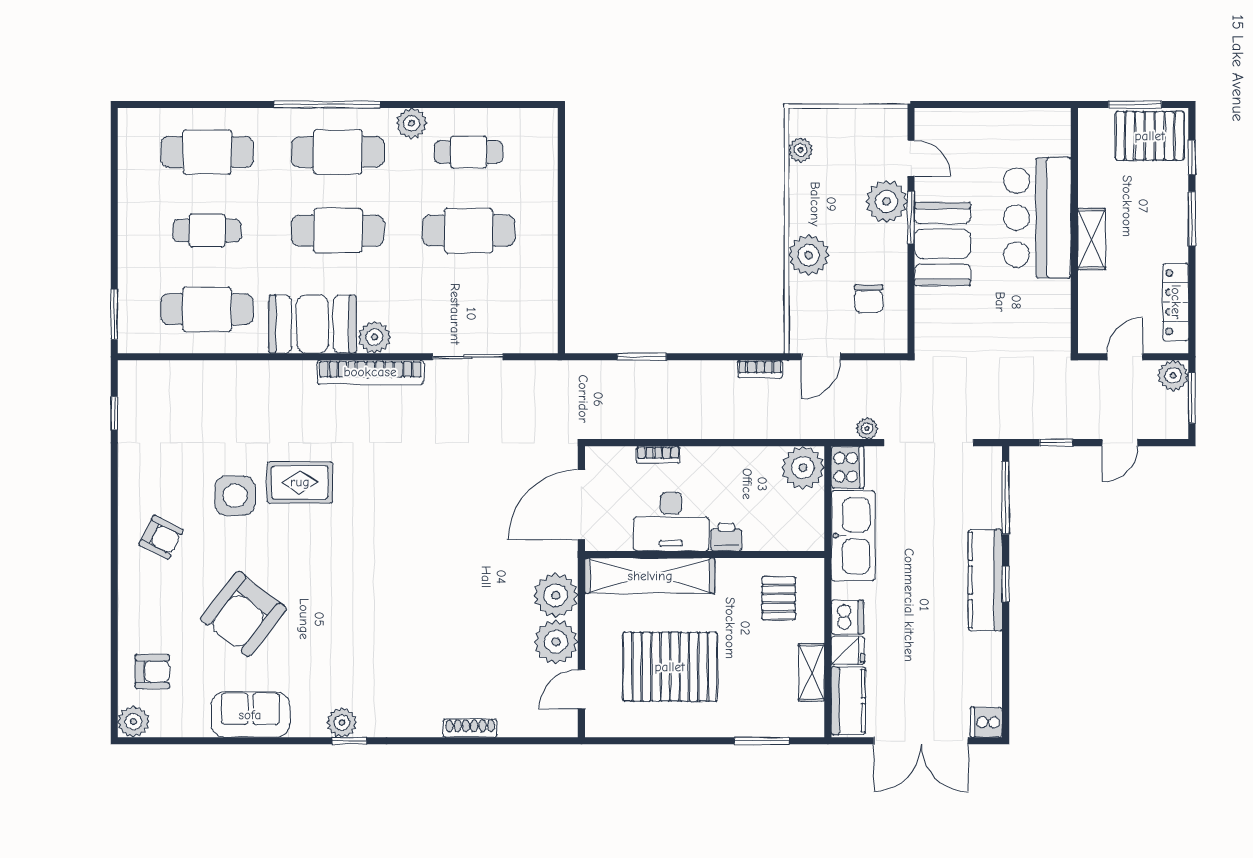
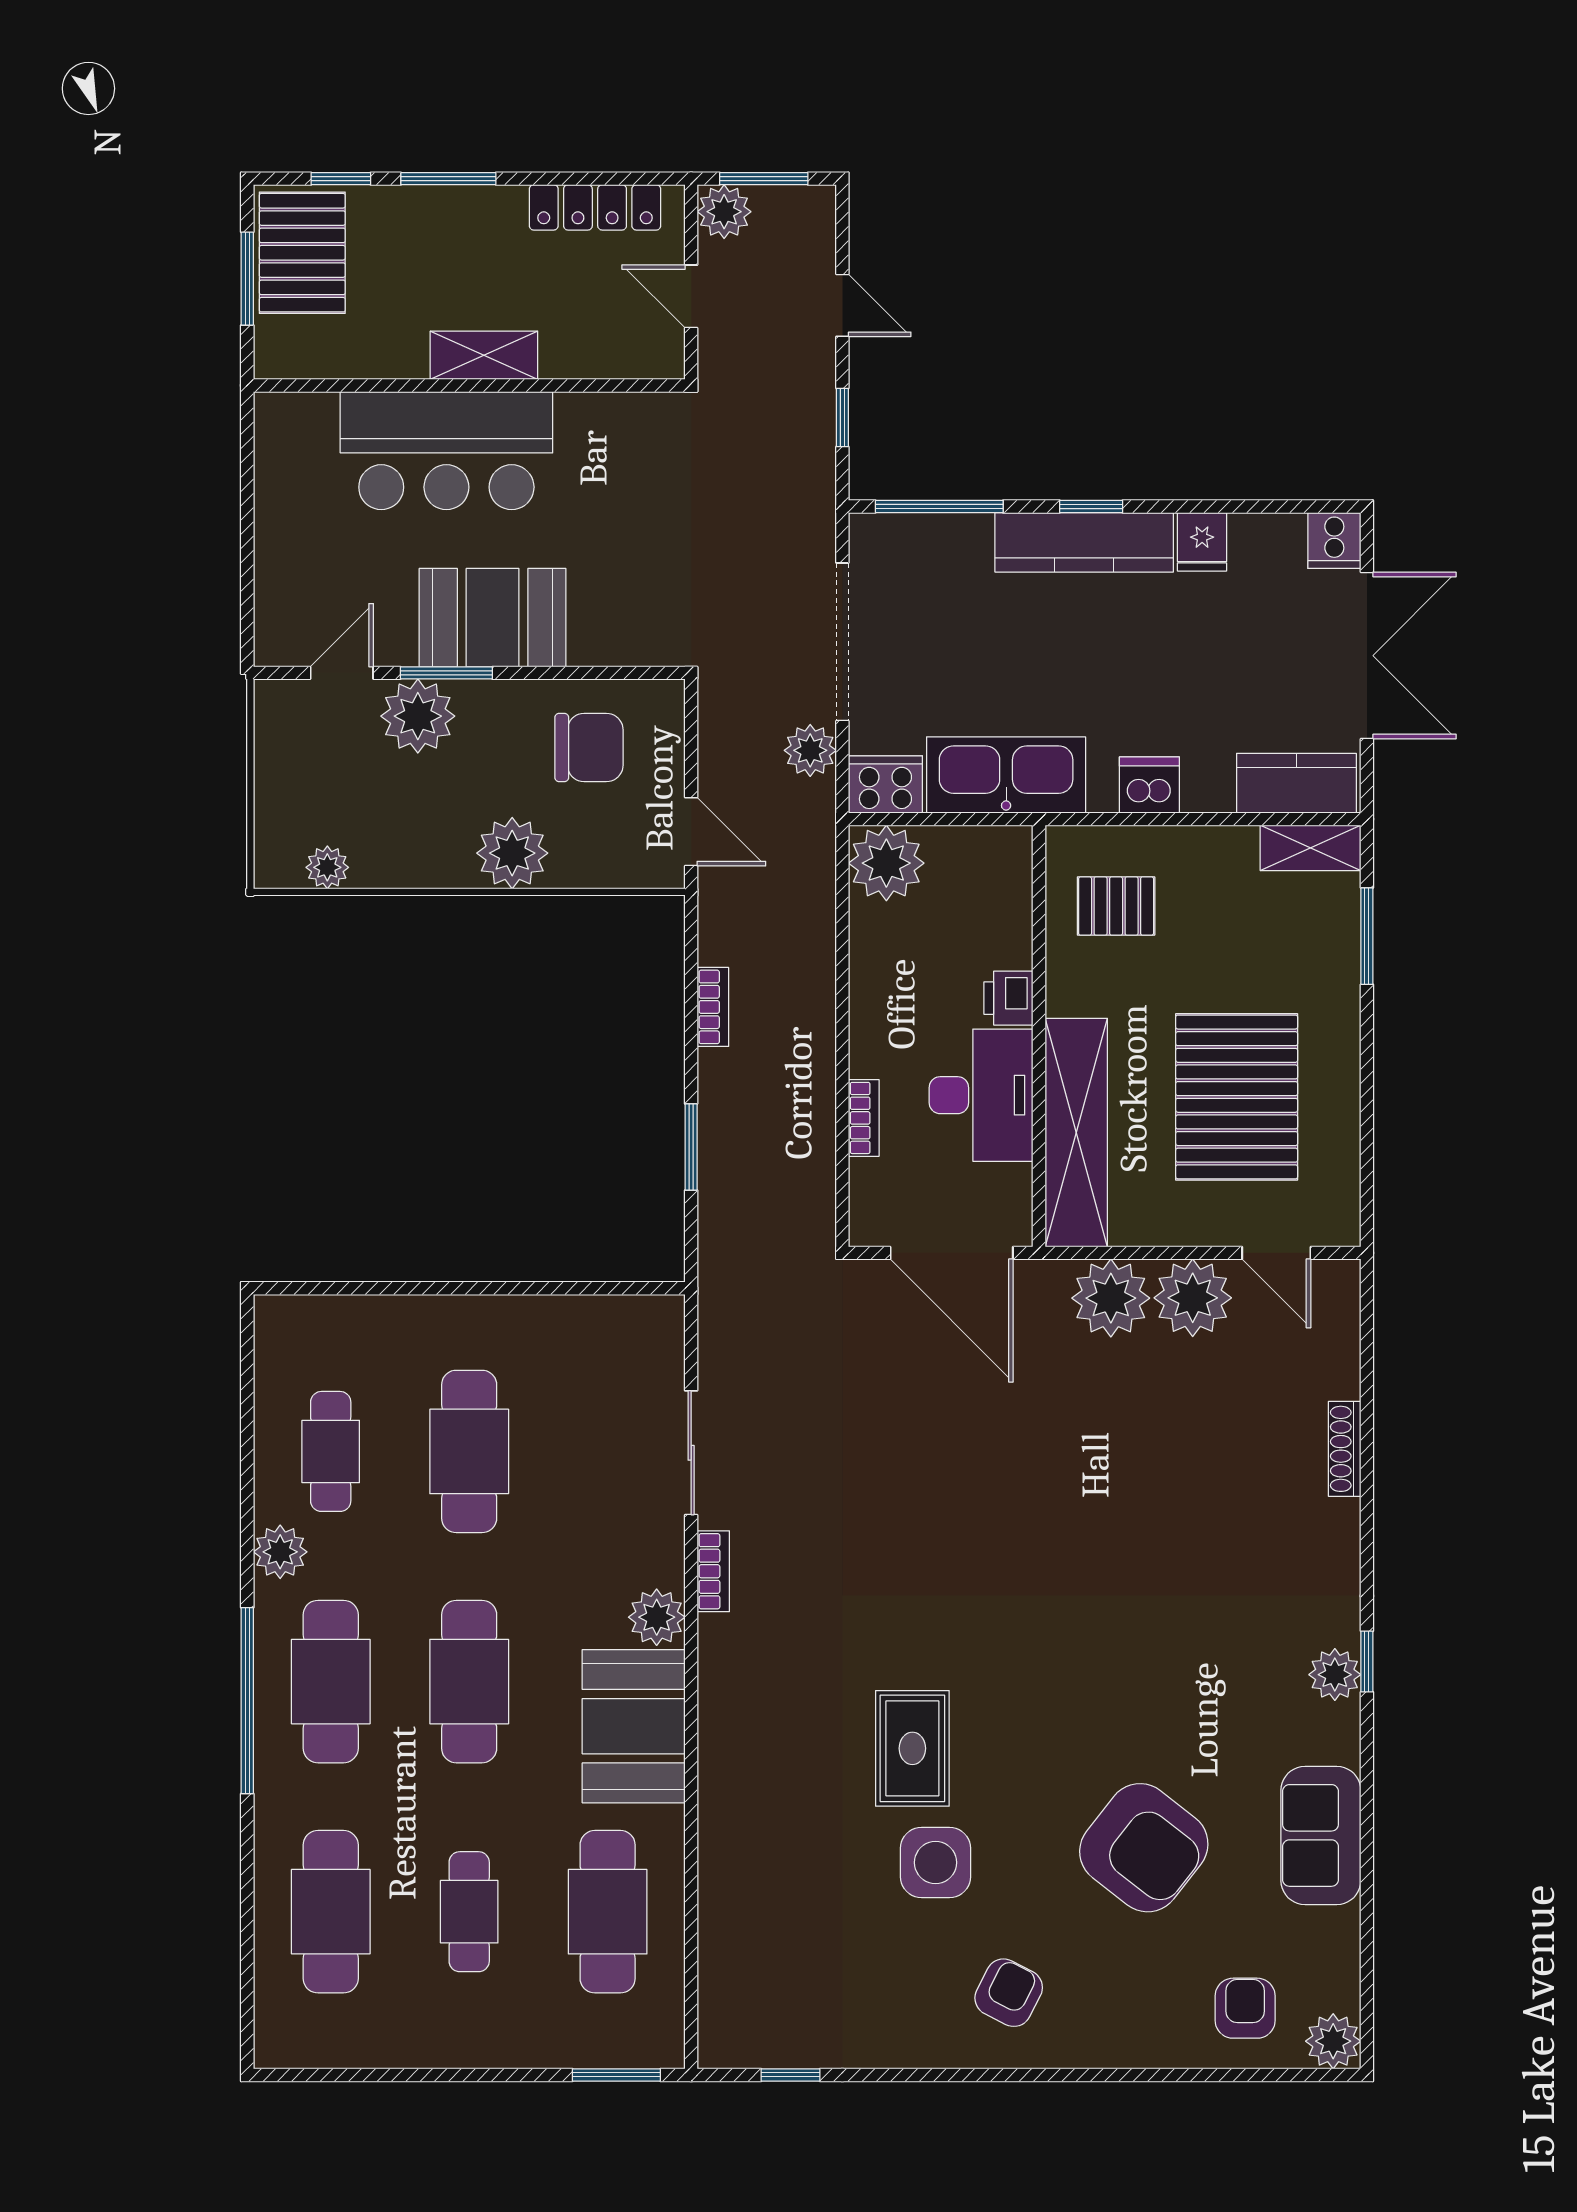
chair: (869, 299) -> (589, 747), width x1.37, depth x1.37
bookcase: (760, 369) -> (713, 1007), moved
bookcase: (370, 372) -> (713, 1571), width x0.43, depth x0.76
plant: (867, 428) -> (810, 750), width x1.38, depth x1.38
fridge: (848, 650) -> (1202, 542), moved, turned 180
shelving: (812, 672) -> (1310, 848), moved

